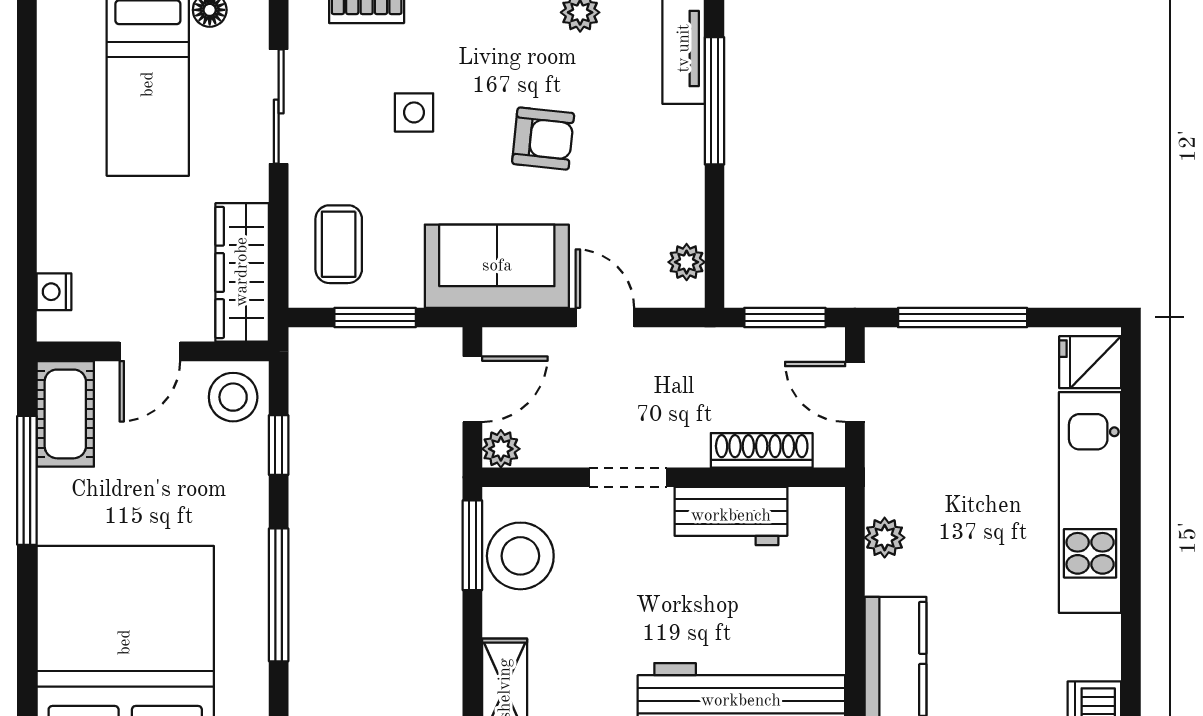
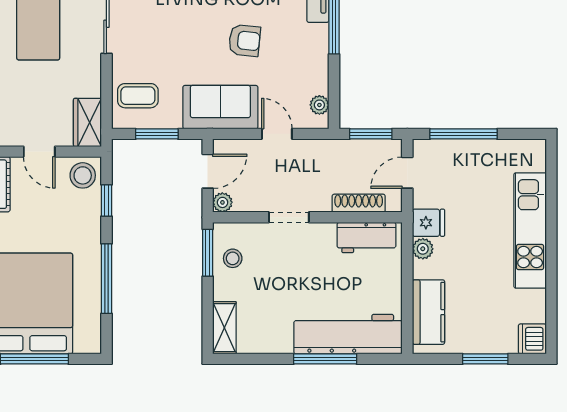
side table: (414, 112) -> (177, 27), removed
coffee table: (339, 244) -> (138, 96), turned 90
wardrobe: (242, 272) -> (87, 122), width x0.67
door: (150, 351) -> (39, 152), hinge flipped
fridge: (1090, 362) -> (429, 223), moved, turned 180
door: (855, 392) -> (407, 173), hinge flipped
workbench: (731, 516) -> (366, 238), moved
stool: (520, 556) -> (233, 258), width x0.53, depth x0.53

